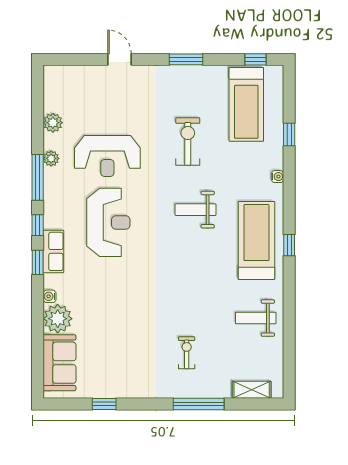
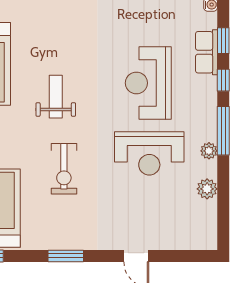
reception desk: (107, 156) -> (149, 153), turned 180
weight bench: (196, 210) -> (56, 97), turned -90

